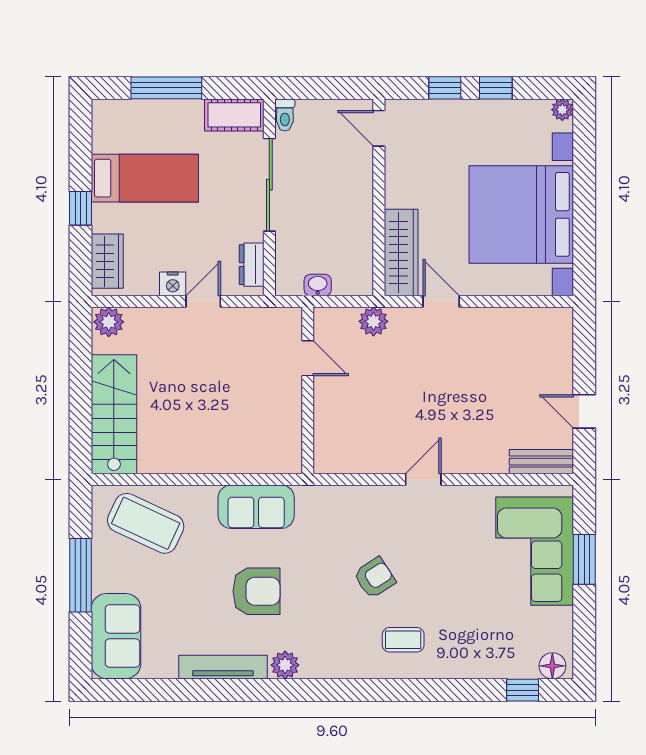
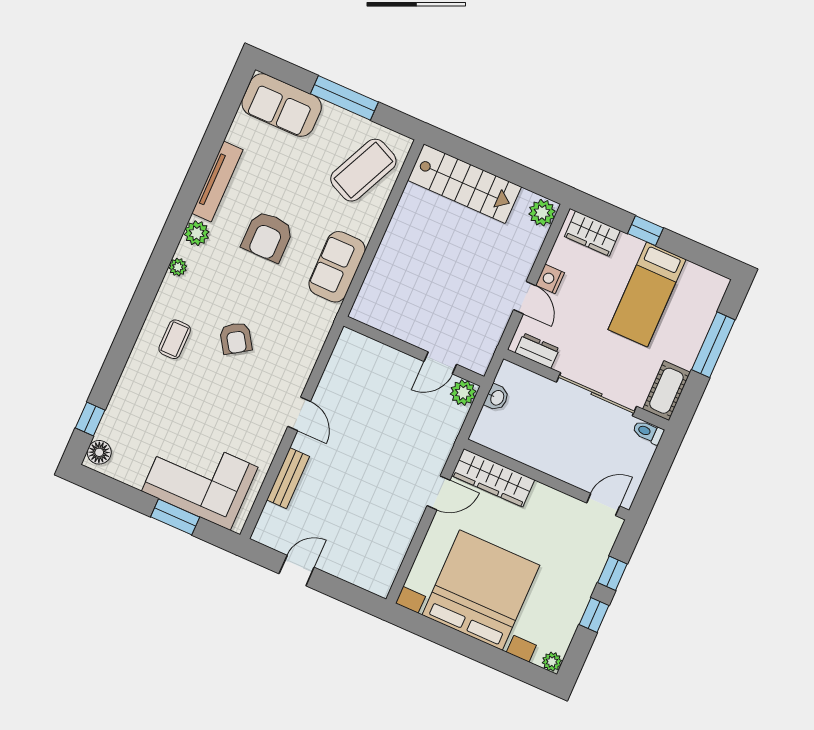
plant: (373, 321) -> (463, 393), moved
bench: (541, 462) -> (288, 478), moved
plant: (328, 669) -> (178, 267), added

